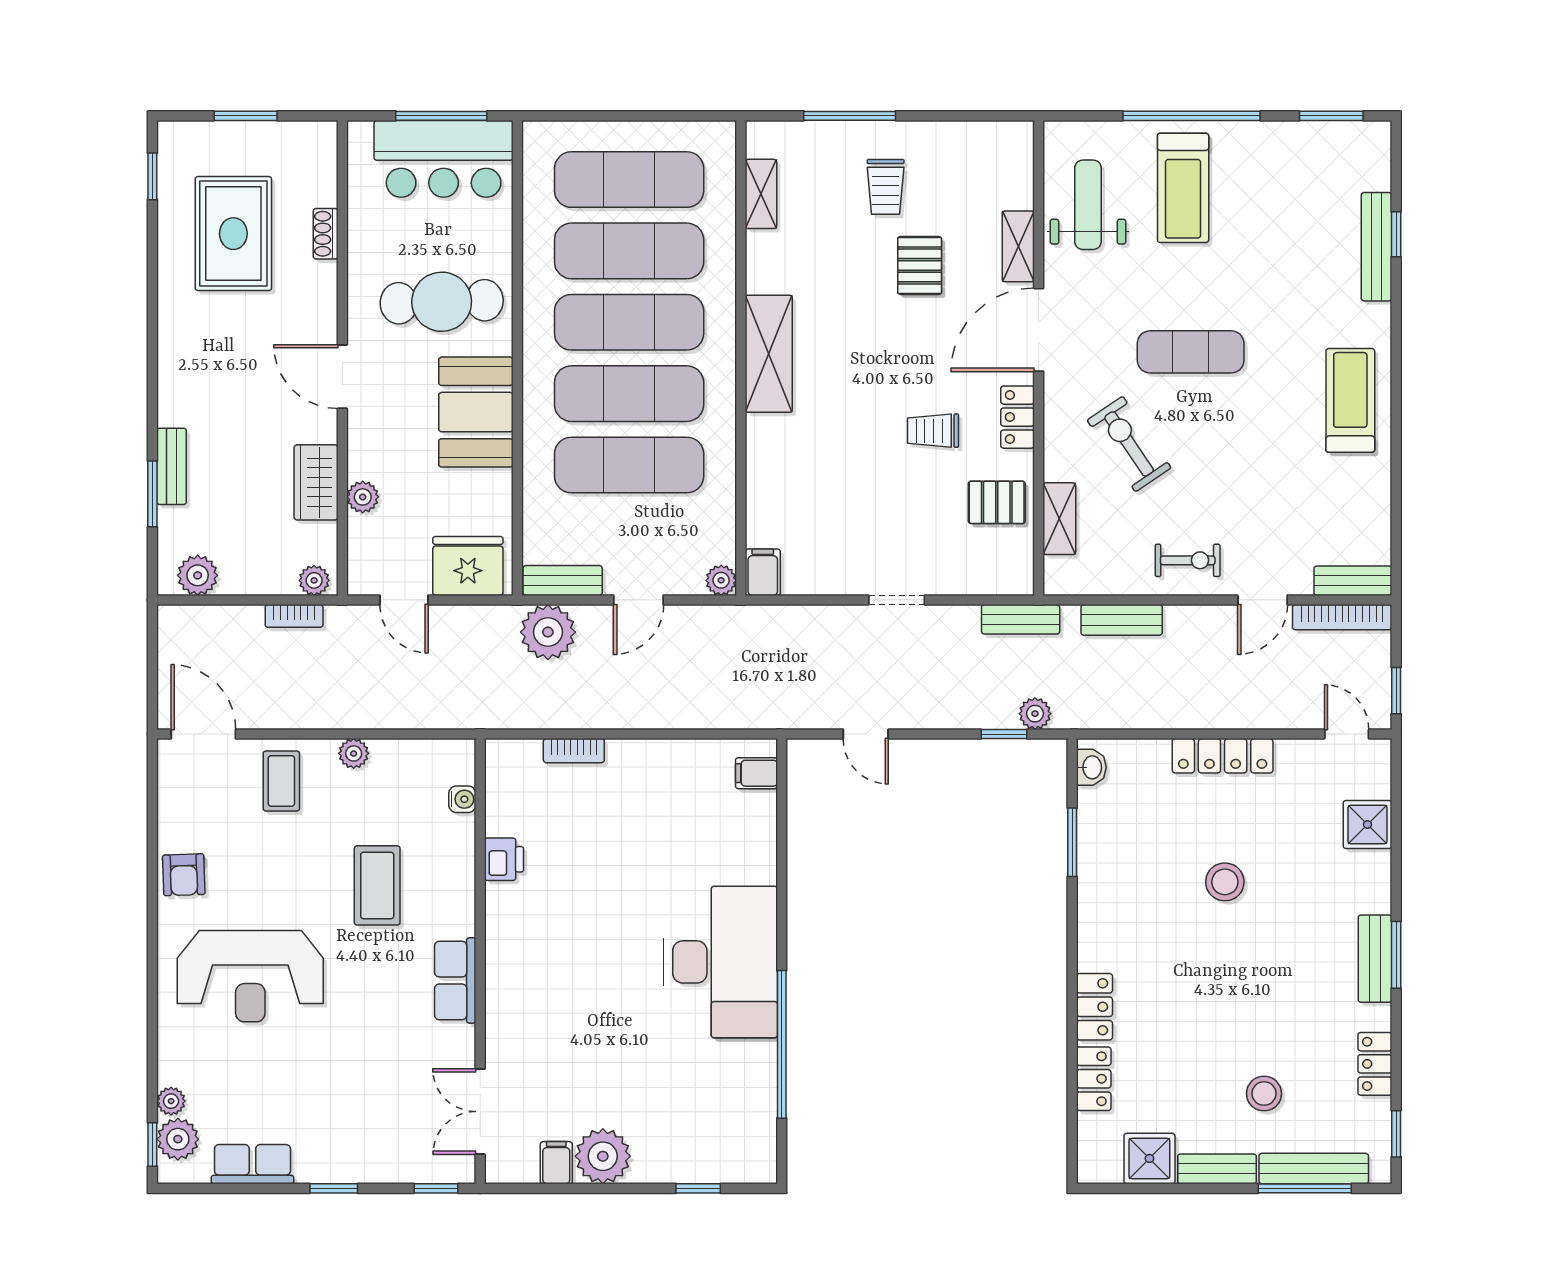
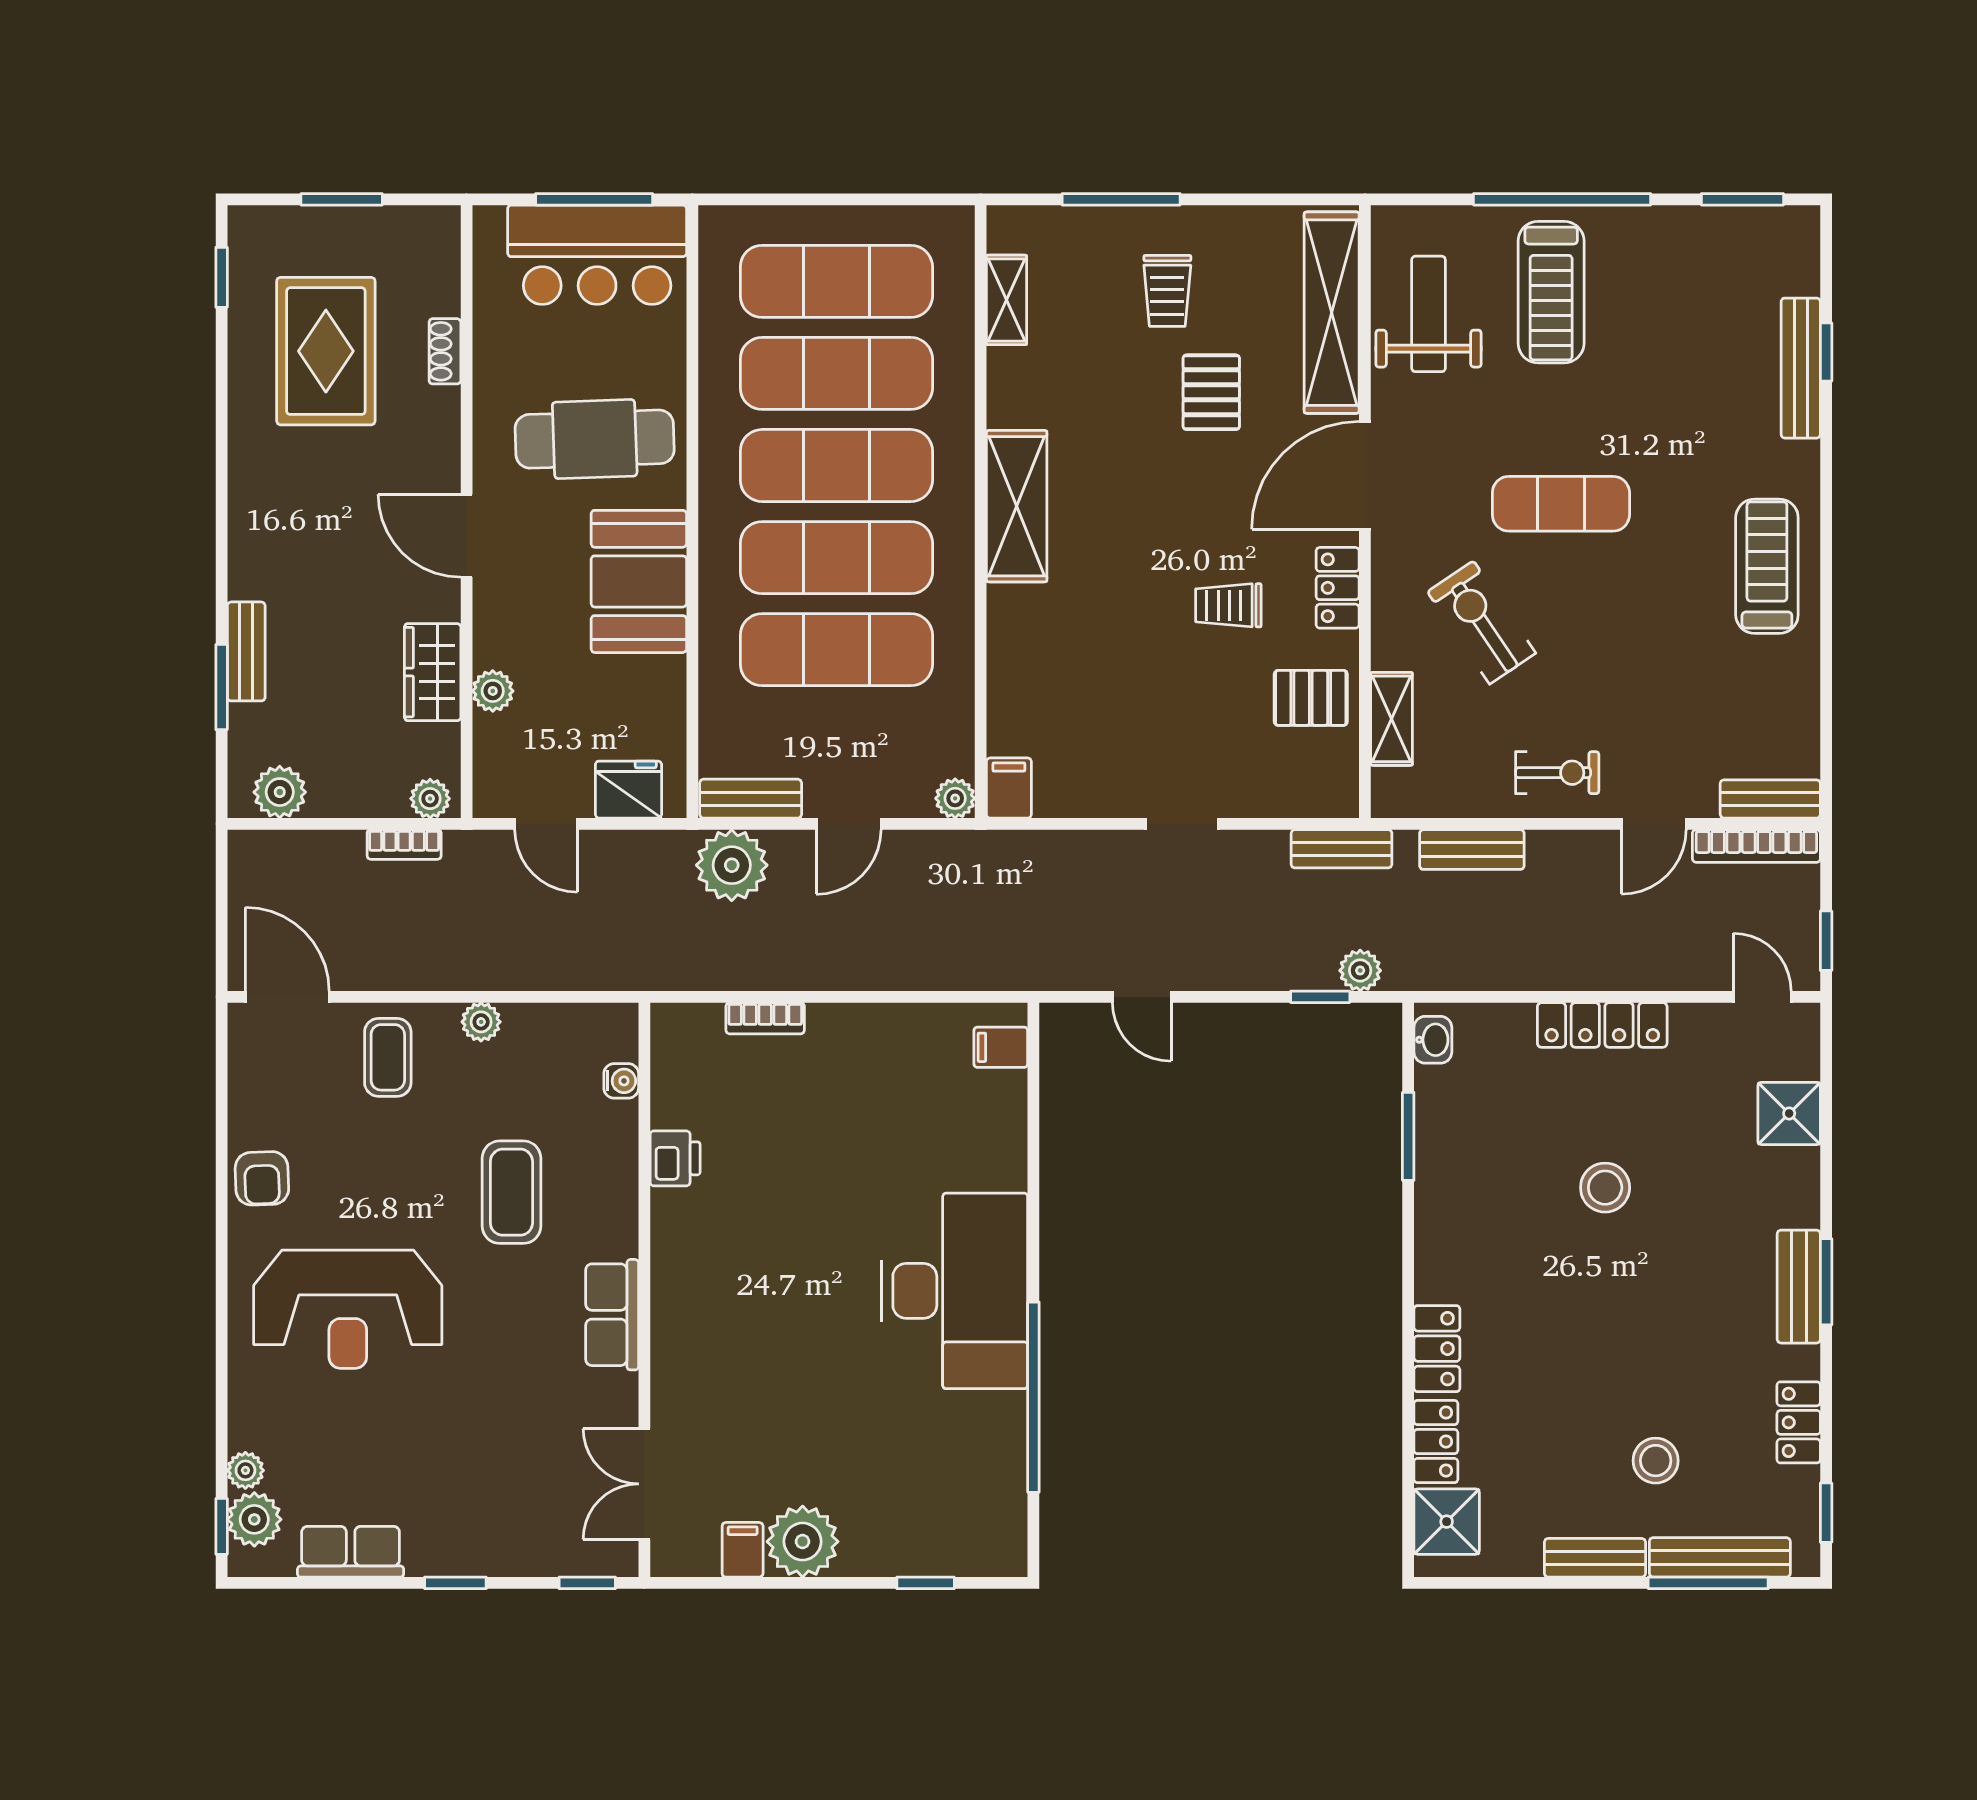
shelving: (1018, 246) -> (1332, 313), width x2.20, depth x1.33
fridge: (468, 566) -> (628, 790), width x0.73, depth x0.75
shower: (1149, 1158) -> (1447, 1522), moved

